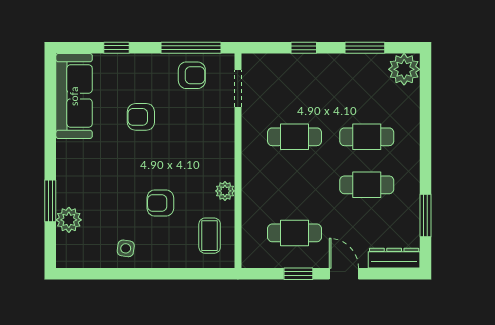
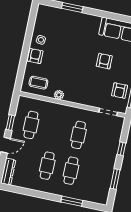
plant: (404, 69) -> (100, 196), removed
armchair: (160, 203) -> (35, 56), moved
window: (426, 216) -> (72, 201), moved
plant: (69, 220) -> (61, 15), removed

